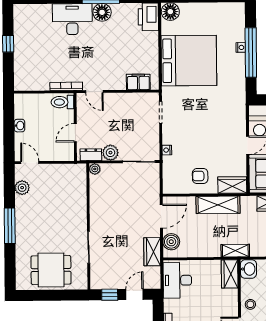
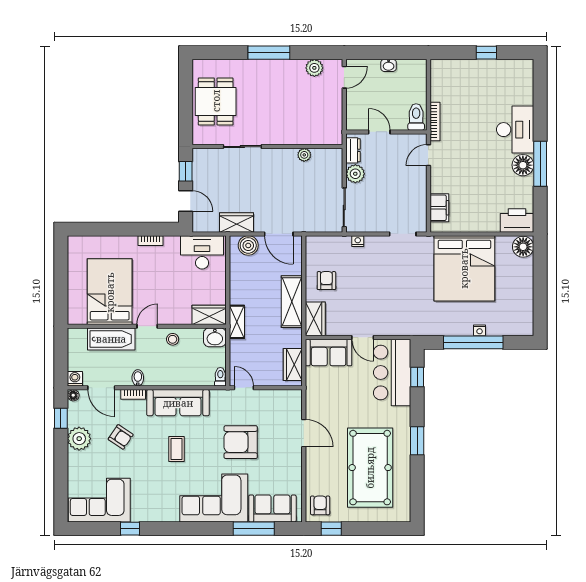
plant: (95, 169) -> (304, 155), moved

